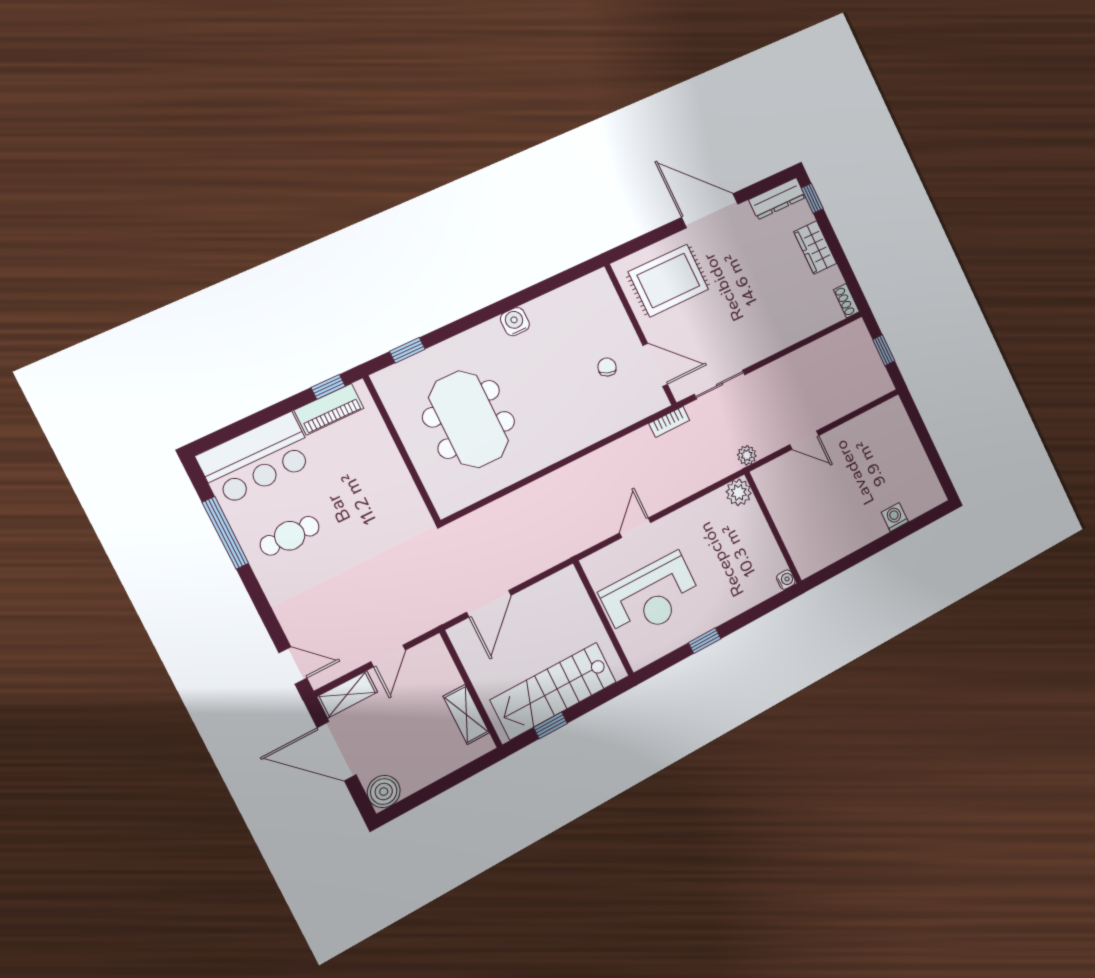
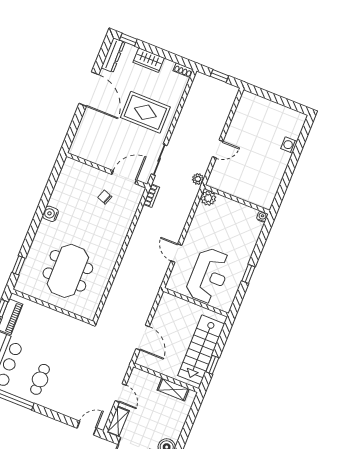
door: (710, 211) -> (89, 89), swing flipped
rug: (668, 281) -> (145, 112), moved, turned 90
meeting table: (469, 419) -> (68, 271), turned 90

